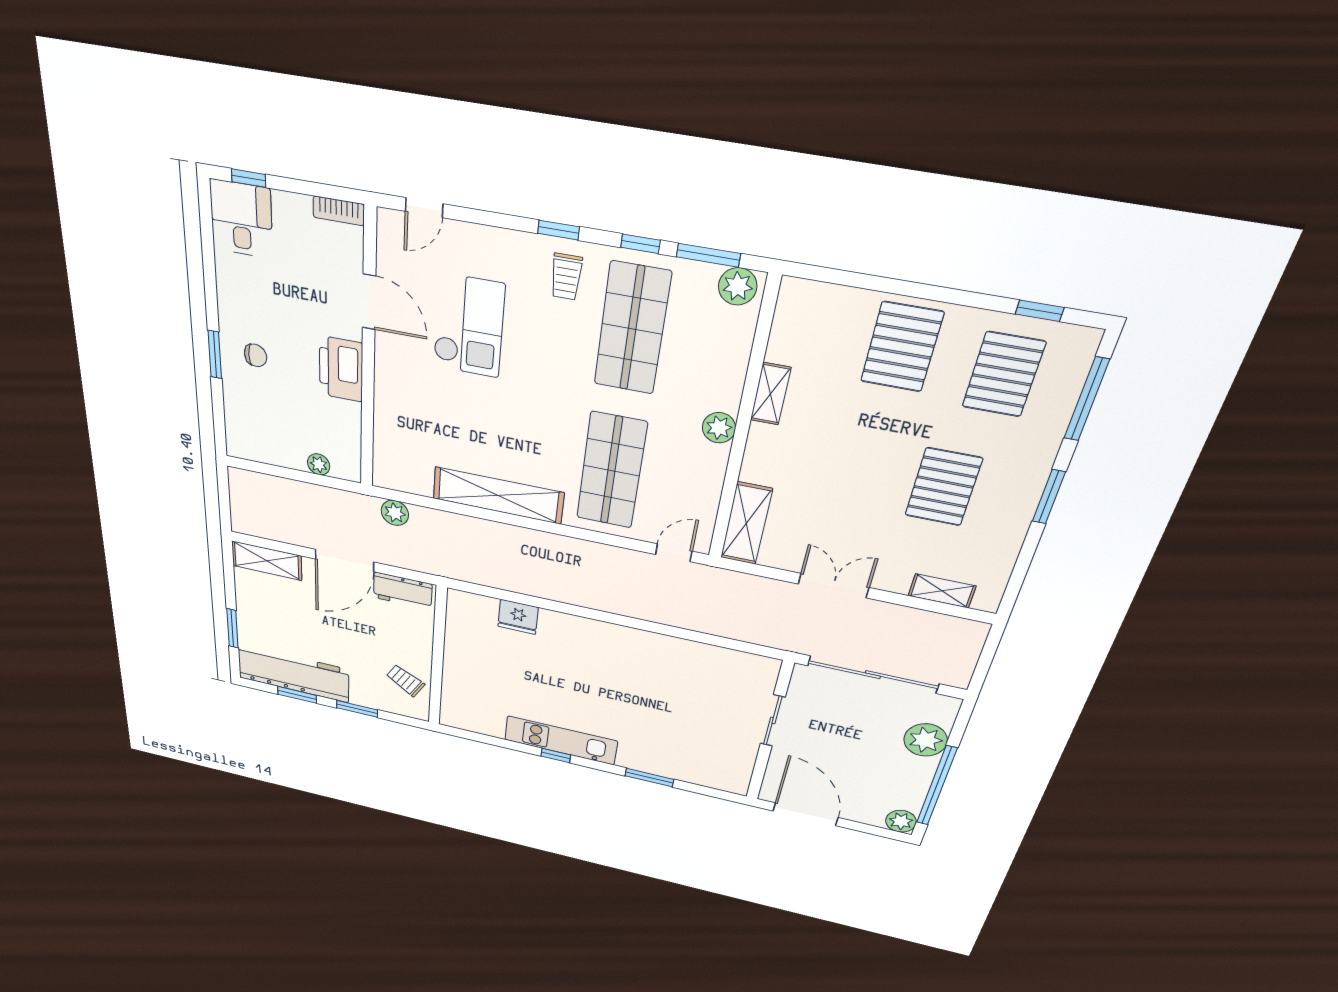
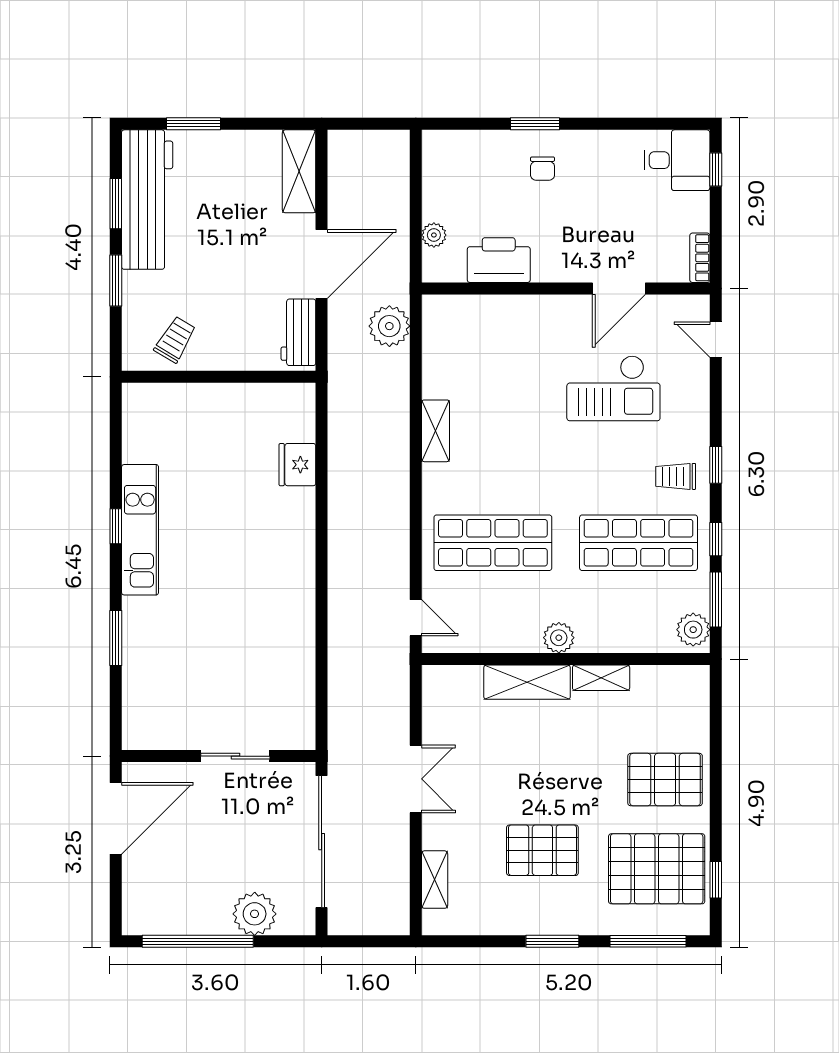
printer: (341, 369) -> (499, 260), moved
pallet: (1004, 374) -> (657, 869), width x1.37, depth x1.41
shelving: (498, 495) -> (436, 431), width x0.45, depth x0.75
plant: (395, 513) -> (389, 326), width x1.36, depth x1.36
shelving: (746, 524) -> (527, 682), moved
door: (344, 561) -> (322, 264), swing flipped
plant: (901, 821) -> (138, 919), removed

